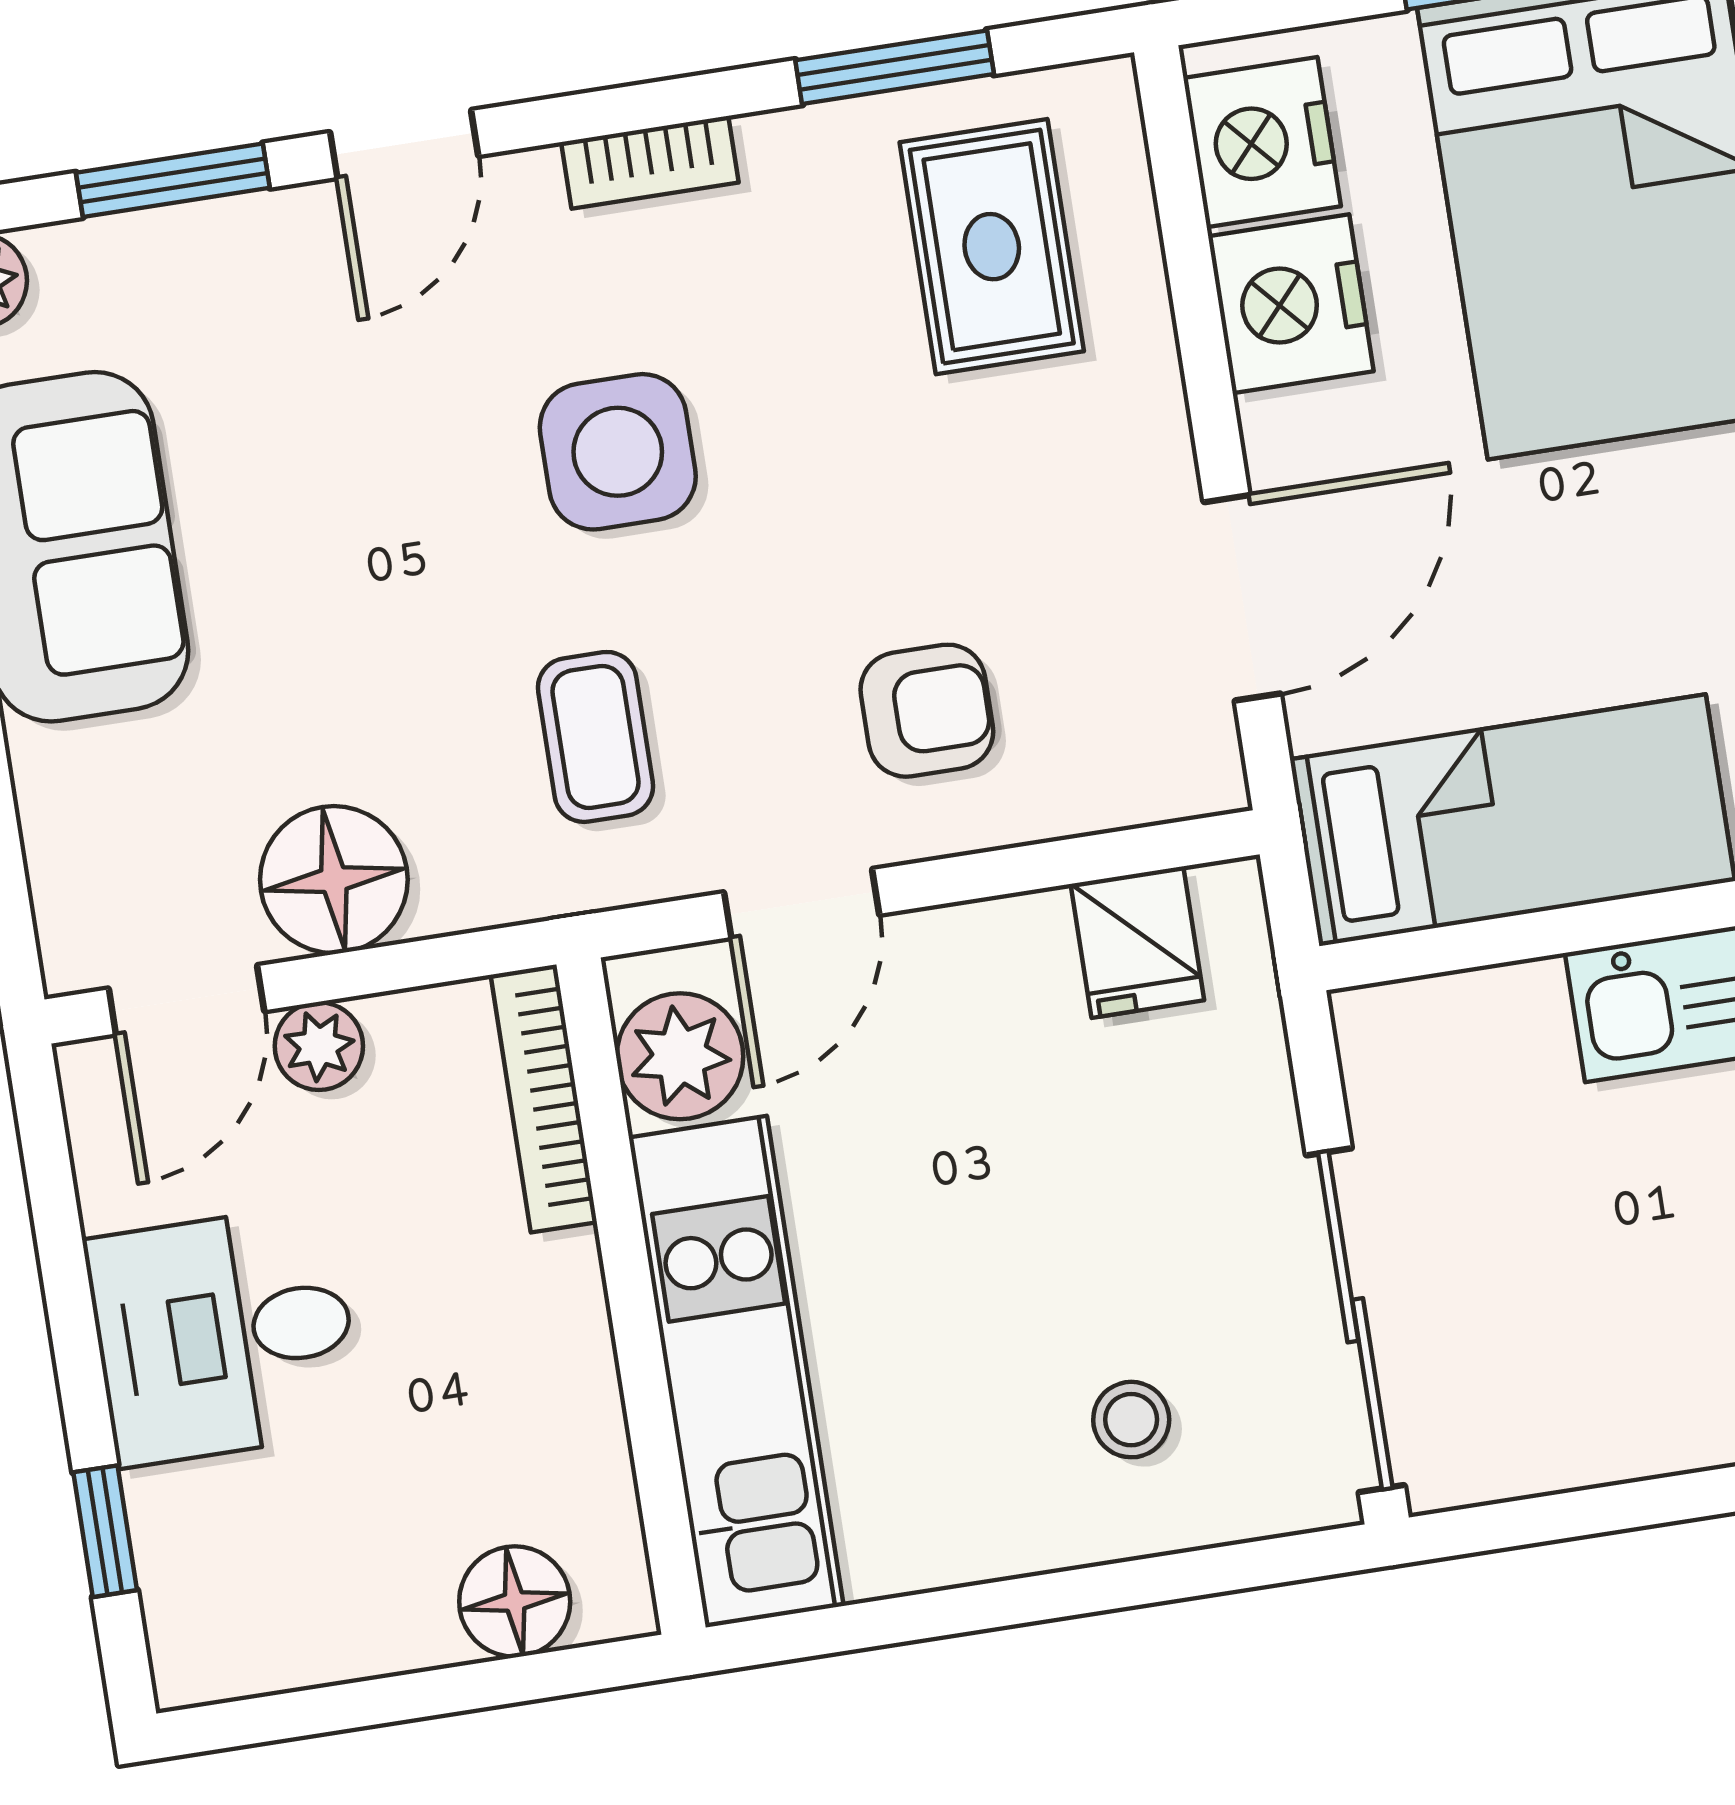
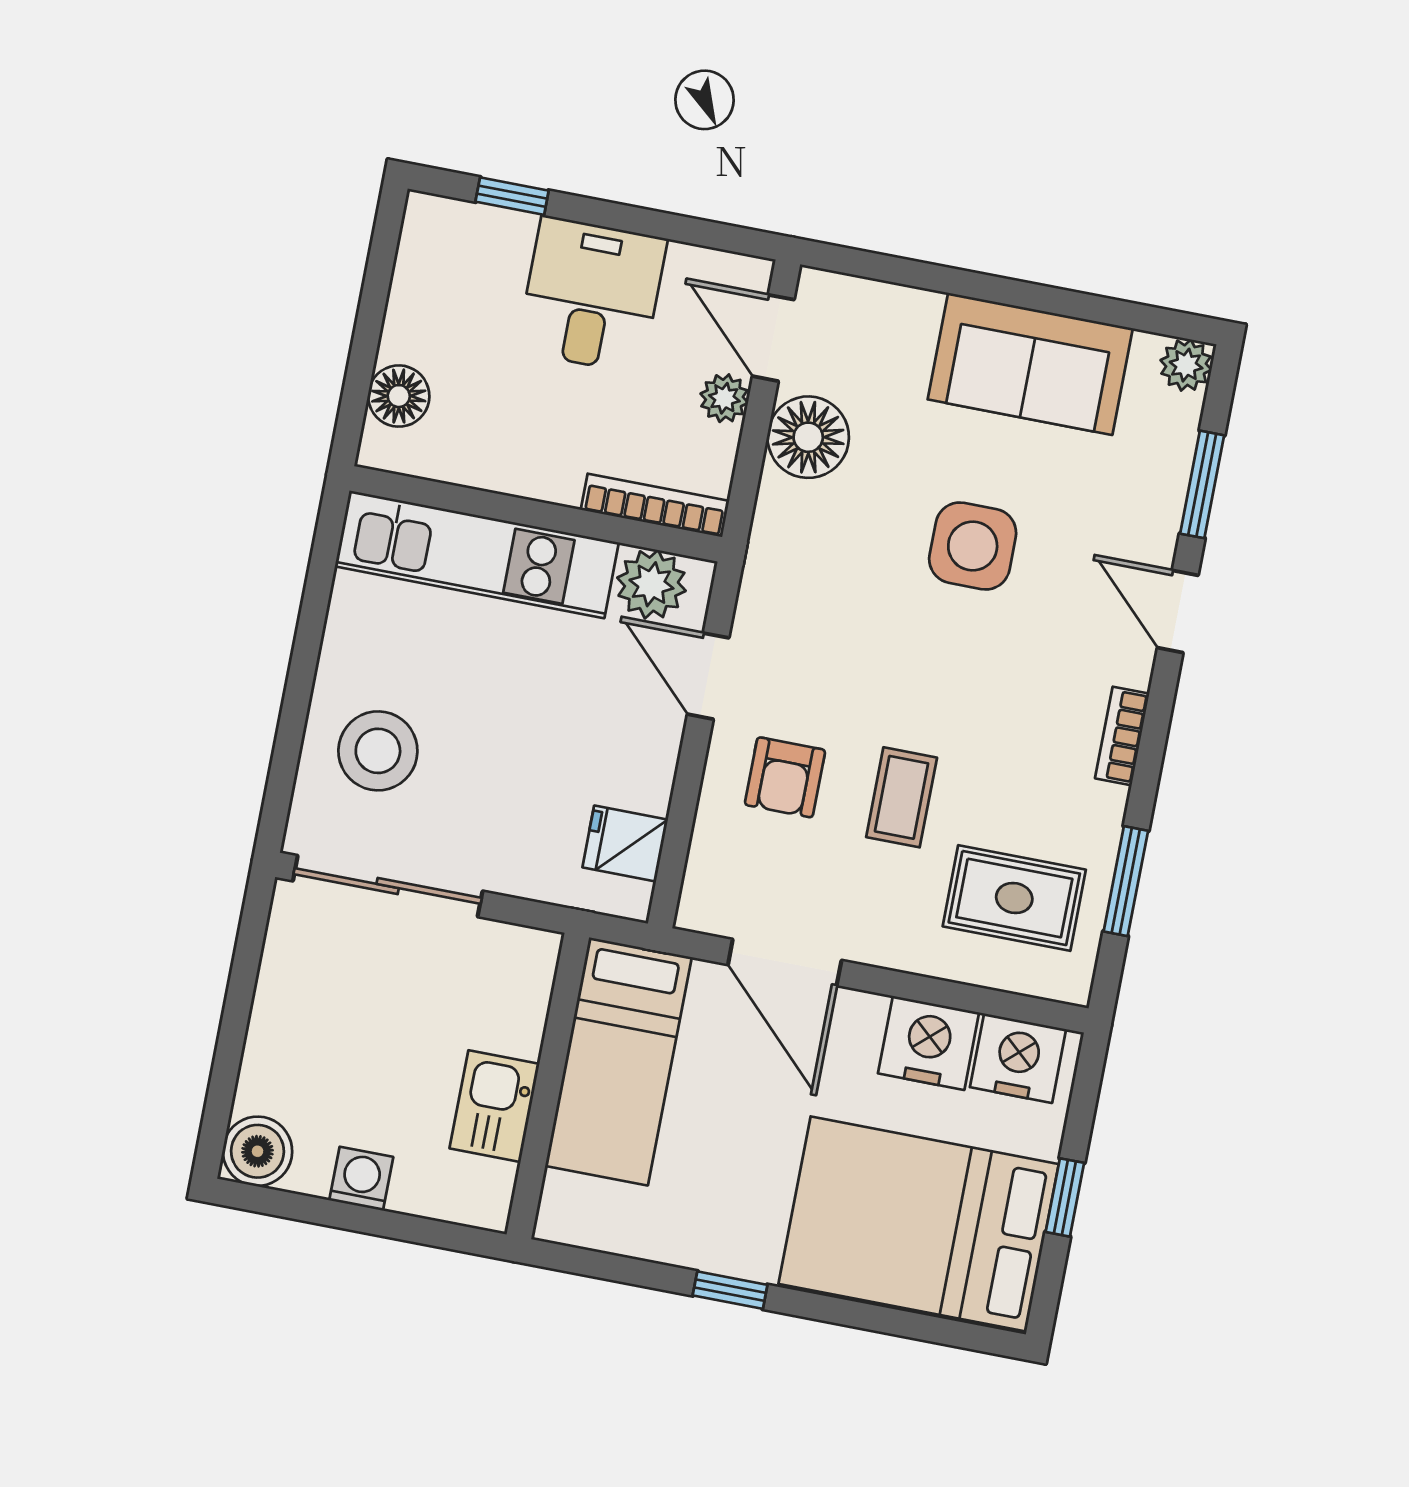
side table: (618, 452) -> (973, 546), moved
coffee table: (595, 737) -> (902, 797), moved, turned 90
stool: (1131, 1420) -> (378, 751), width x1.89, depth x1.89

